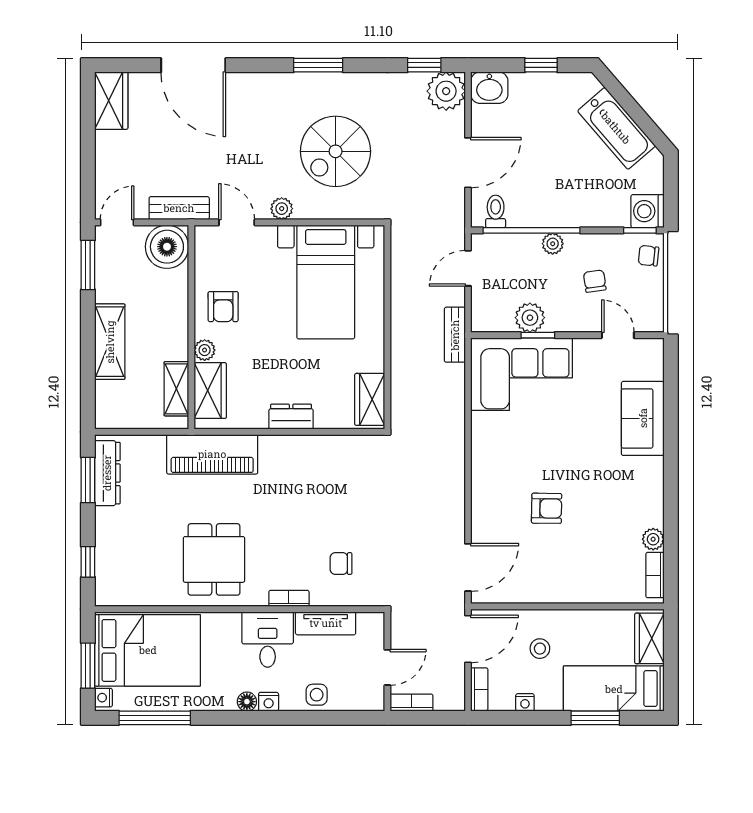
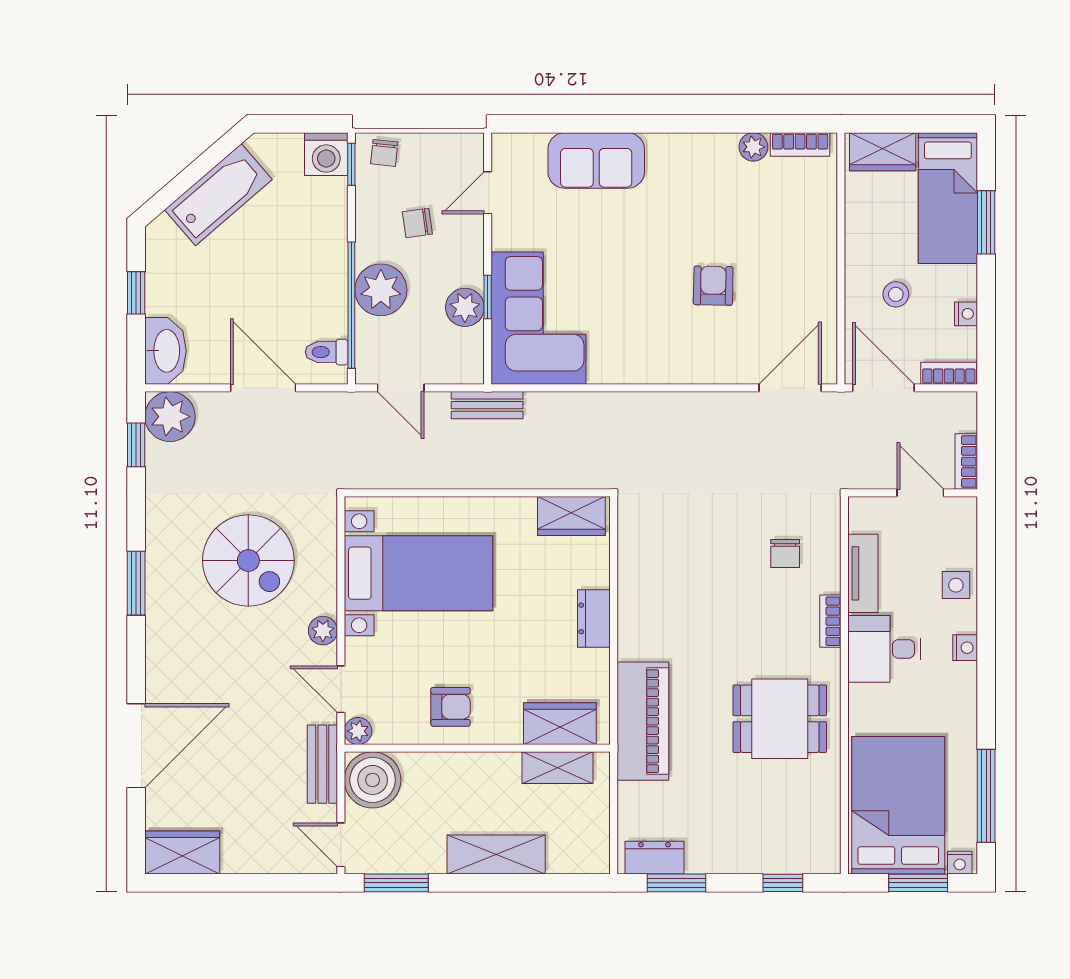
washbasin: (489, 88) -> (165, 351), width x1.38
door: (237, 222) -> (341, 689), hinge flipped
plant: (553, 244) -> (381, 290), width x1.88, depth x1.88
plant: (205, 350) -> (358, 731), moved
dresser: (107, 473) -> (654, 858), width x0.70
door: (468, 567) -> (790, 388), hinge flipped
floor lamp: (247, 702) -> (965, 676), removed

